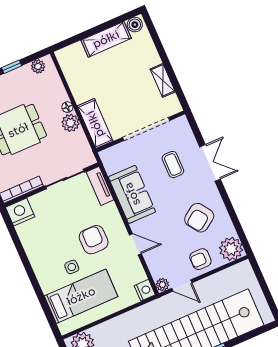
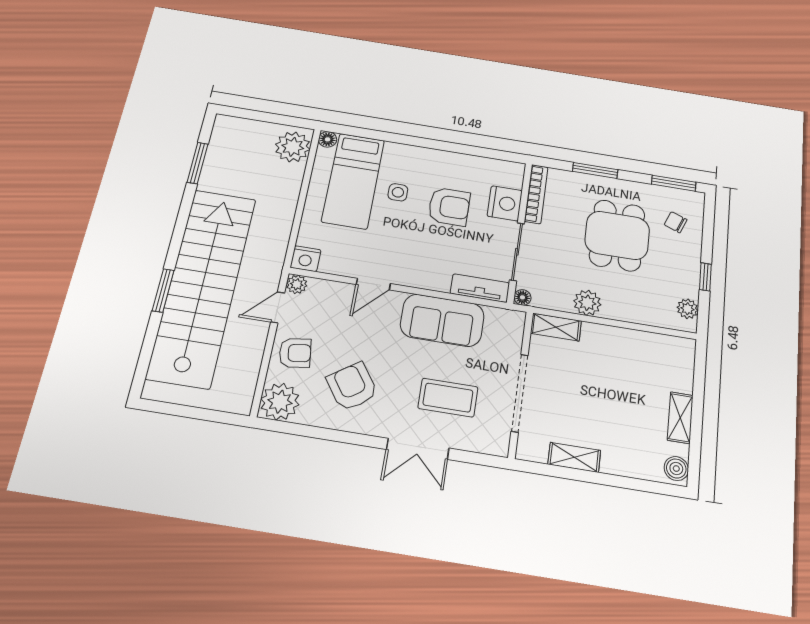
shelving: (106, 39) -> (680, 418), width x0.67, depth x0.75
floor lamp: (67, 107) -> (522, 297), moved
shelving: (95, 124) -> (556, 327), width x0.67, depth x0.75
coffee table: (173, 165) -> (448, 398), width x1.36, depth x1.30
nightstand: (20, 212) -> (505, 203), moved
armchair: (94, 240) -> (449, 207), moved
armchair: (200, 259) -> (295, 353), turned 82
floor lamp: (65, 328) -> (328, 139), added

